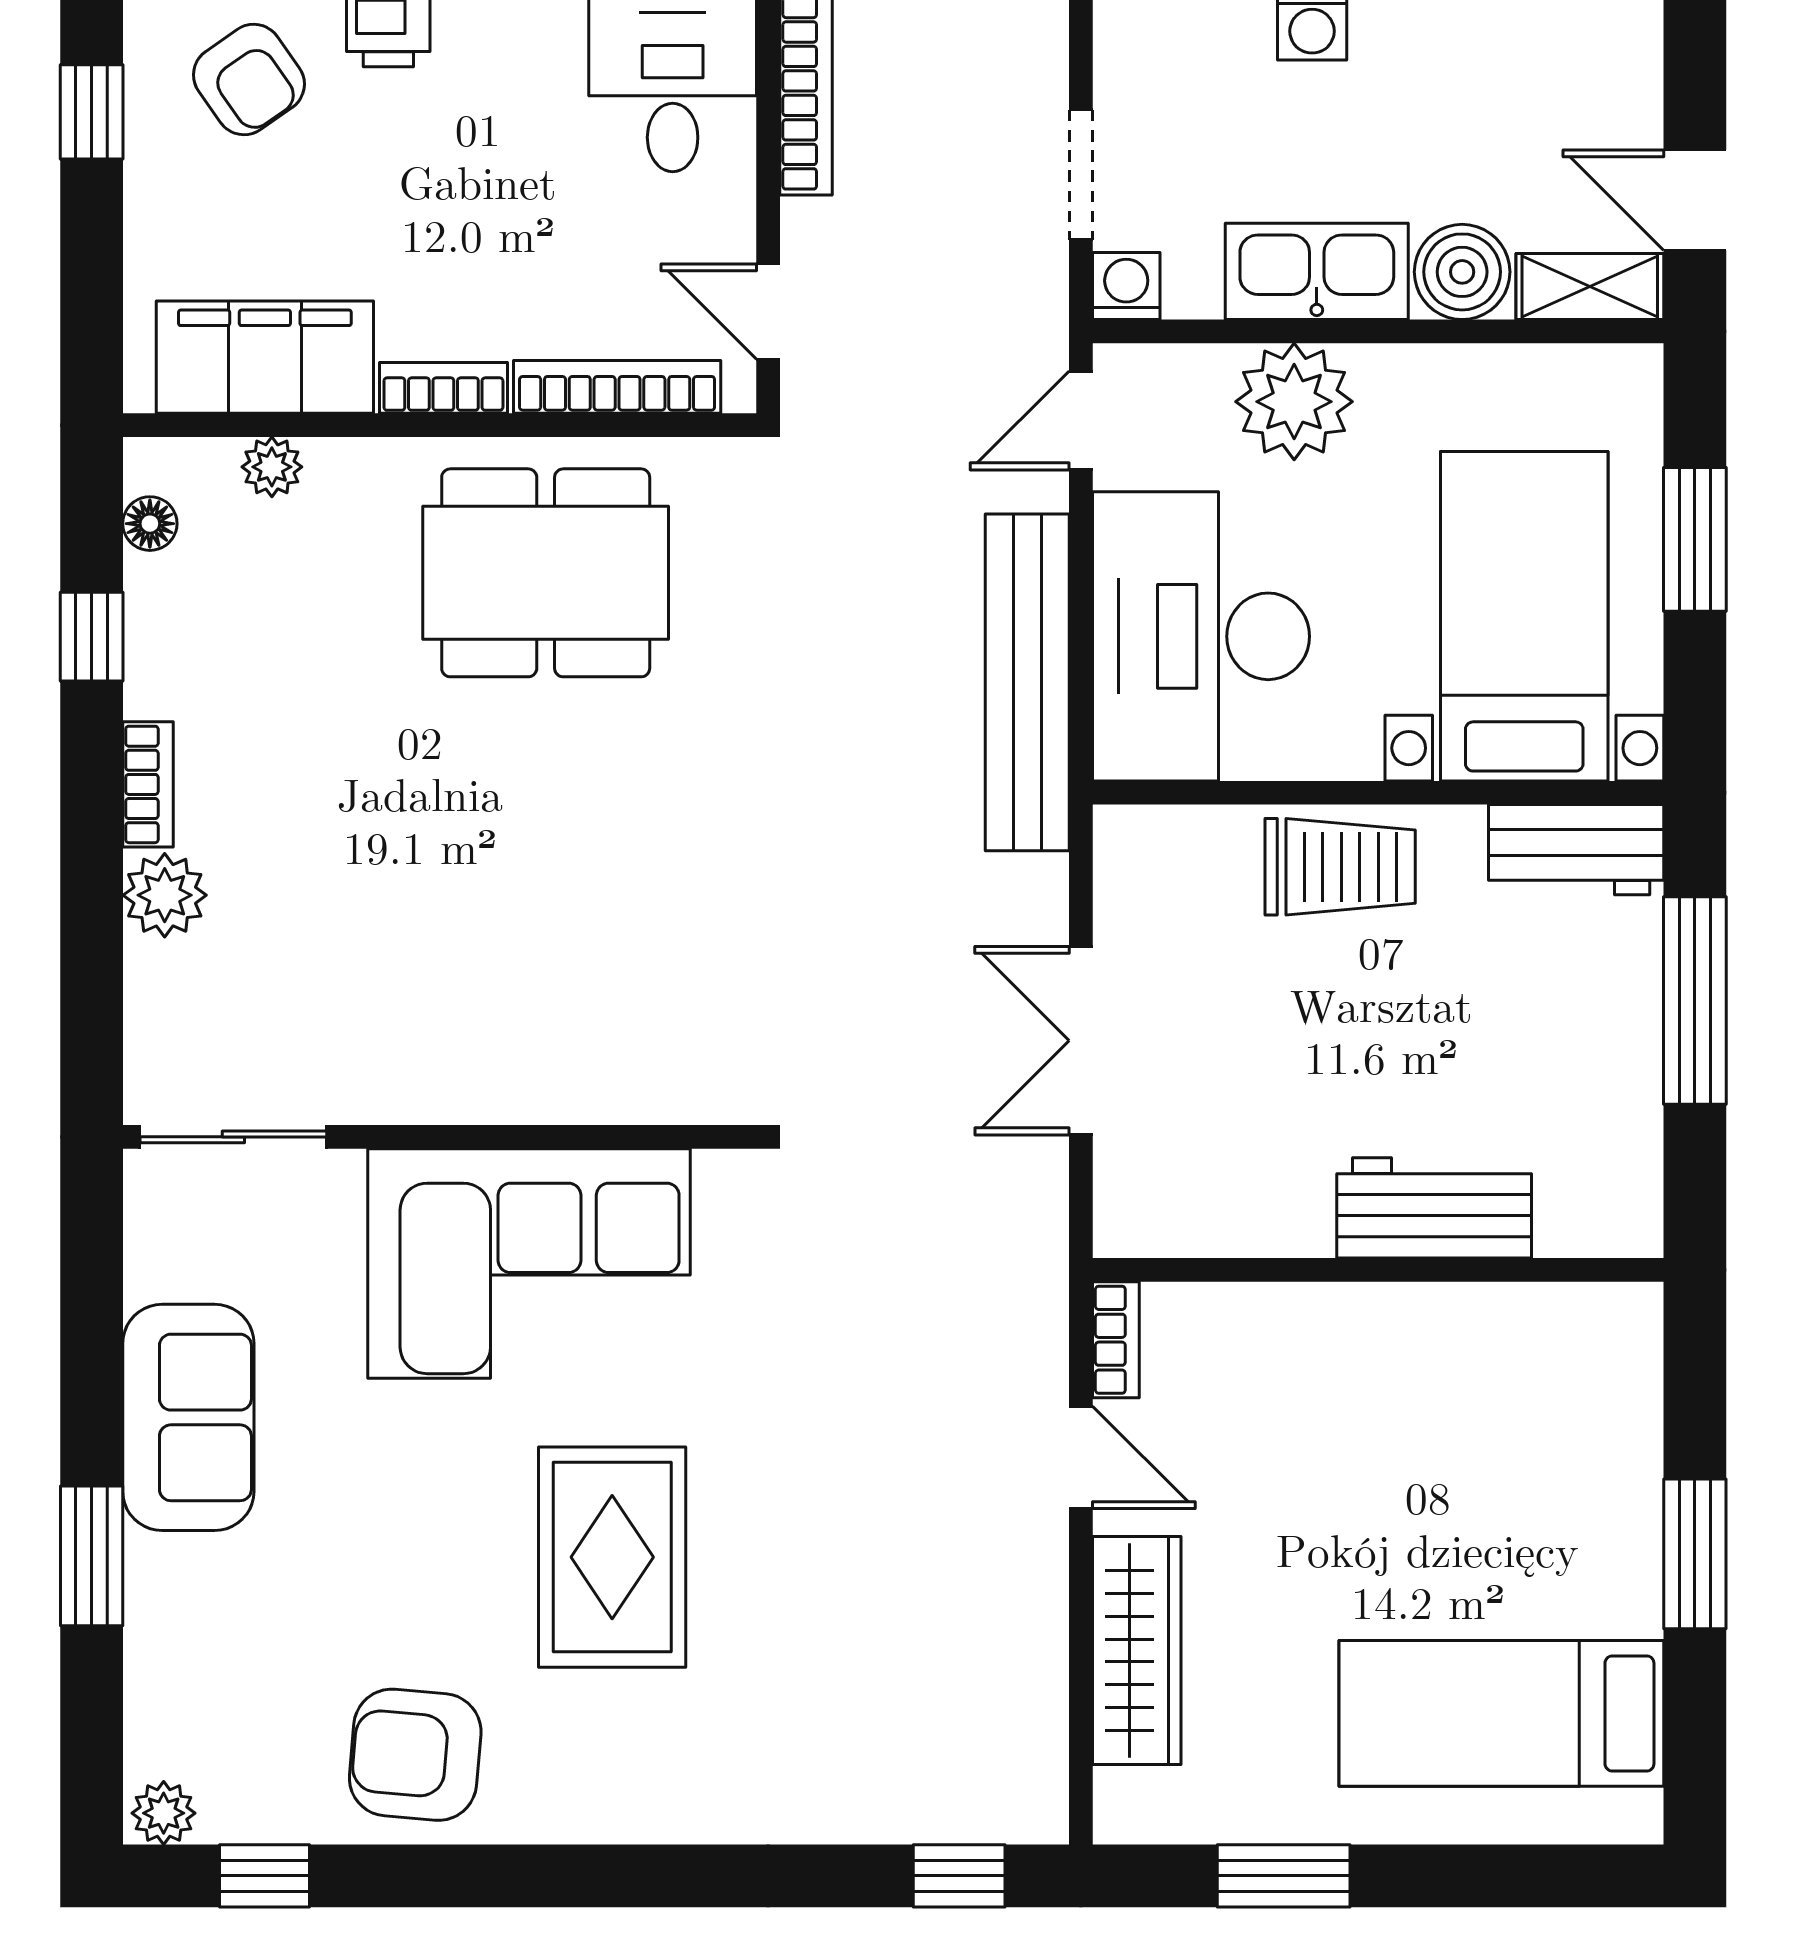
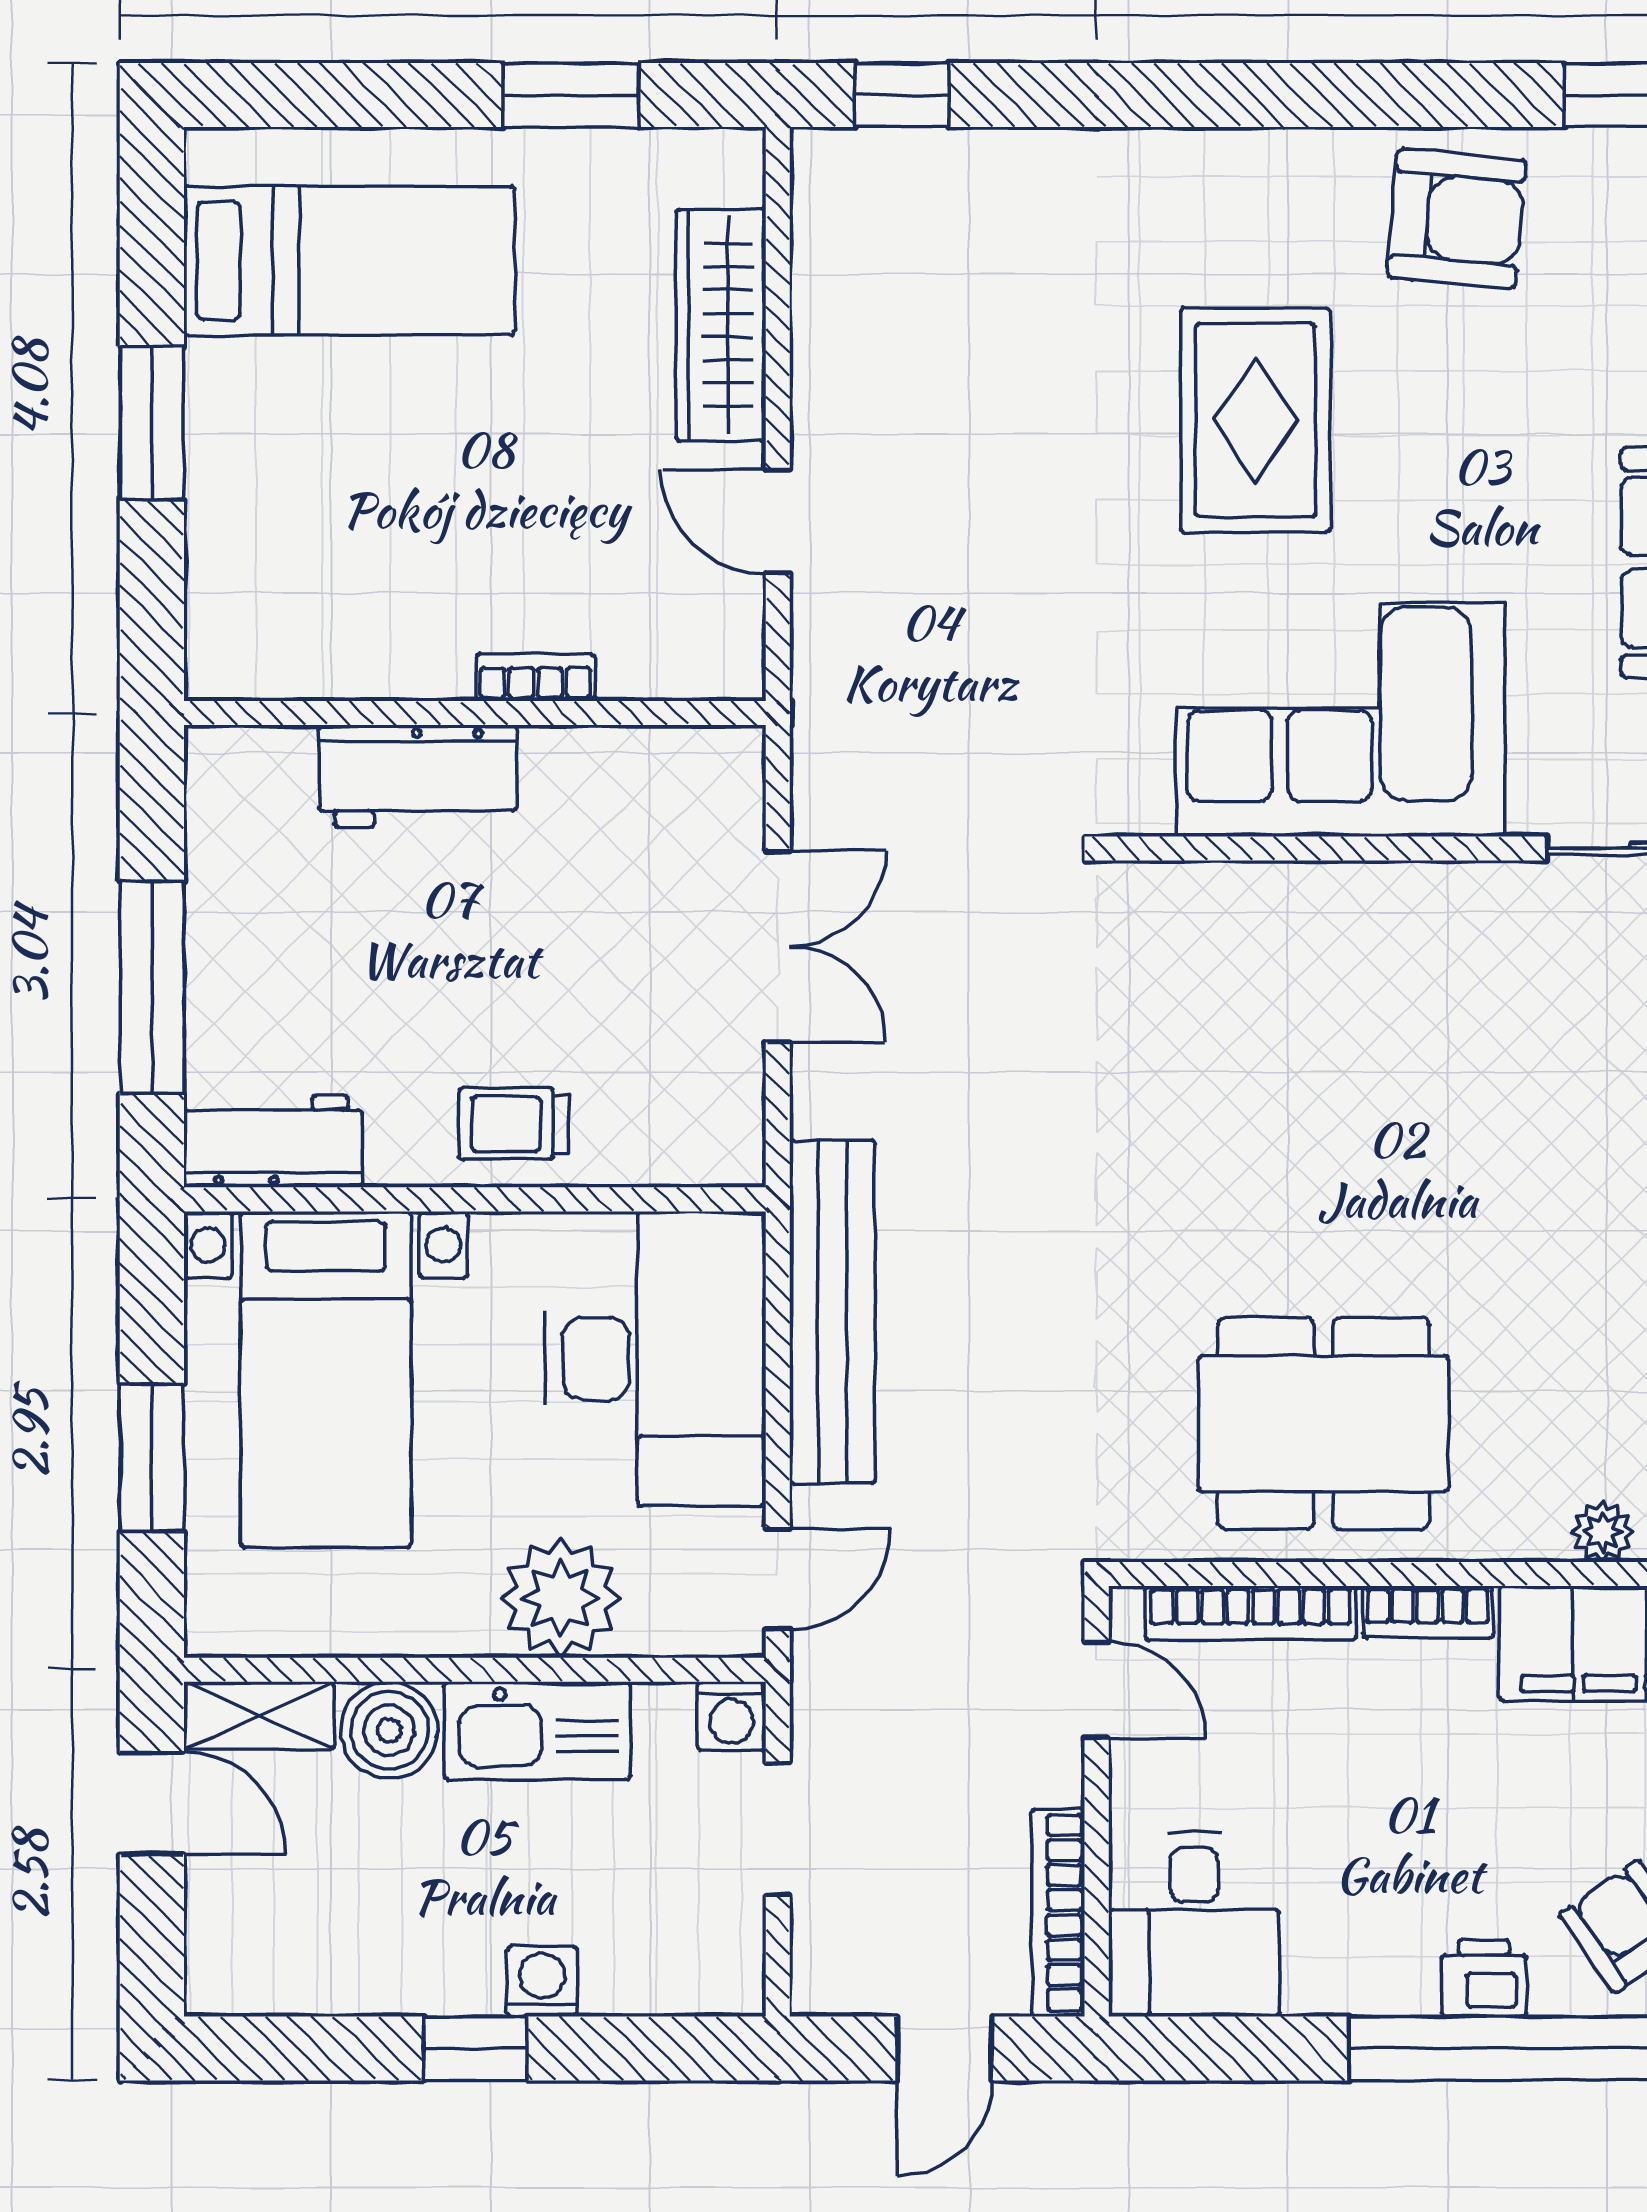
trolley: (1340, 867) -> (514, 1124), width x0.73, depth x0.72
bookcase: (1116, 1340) -> (536, 677), moved, turned 90

